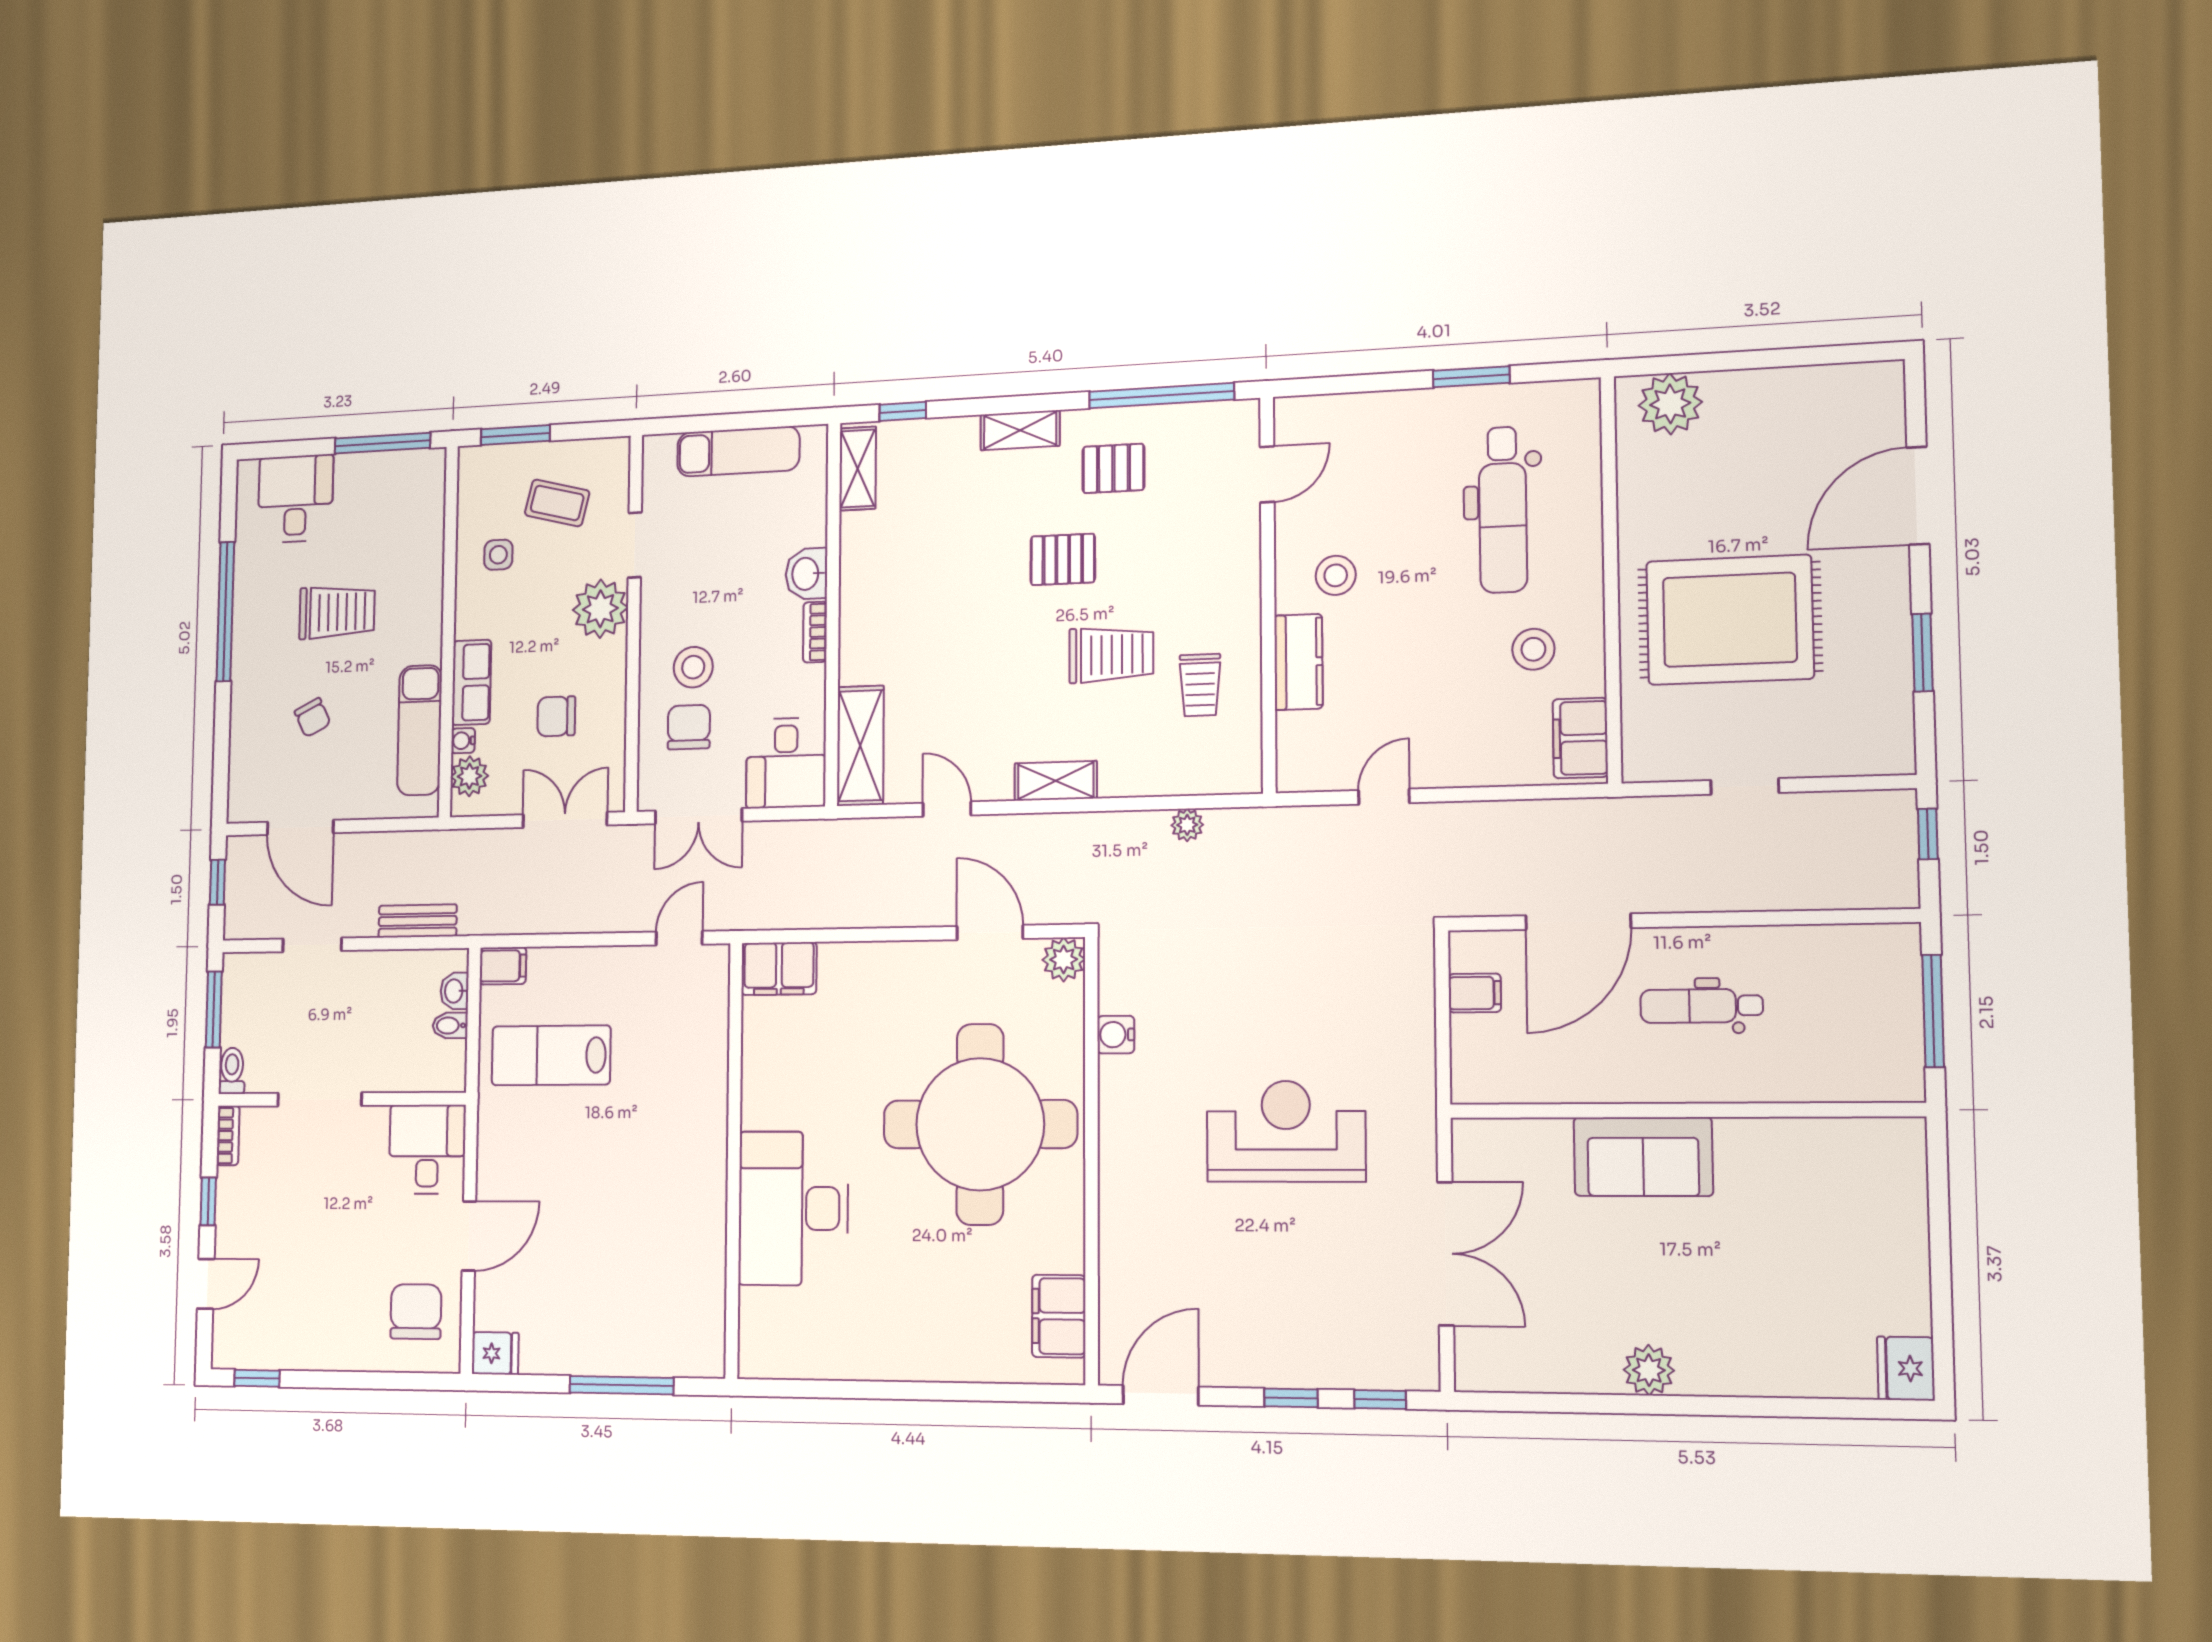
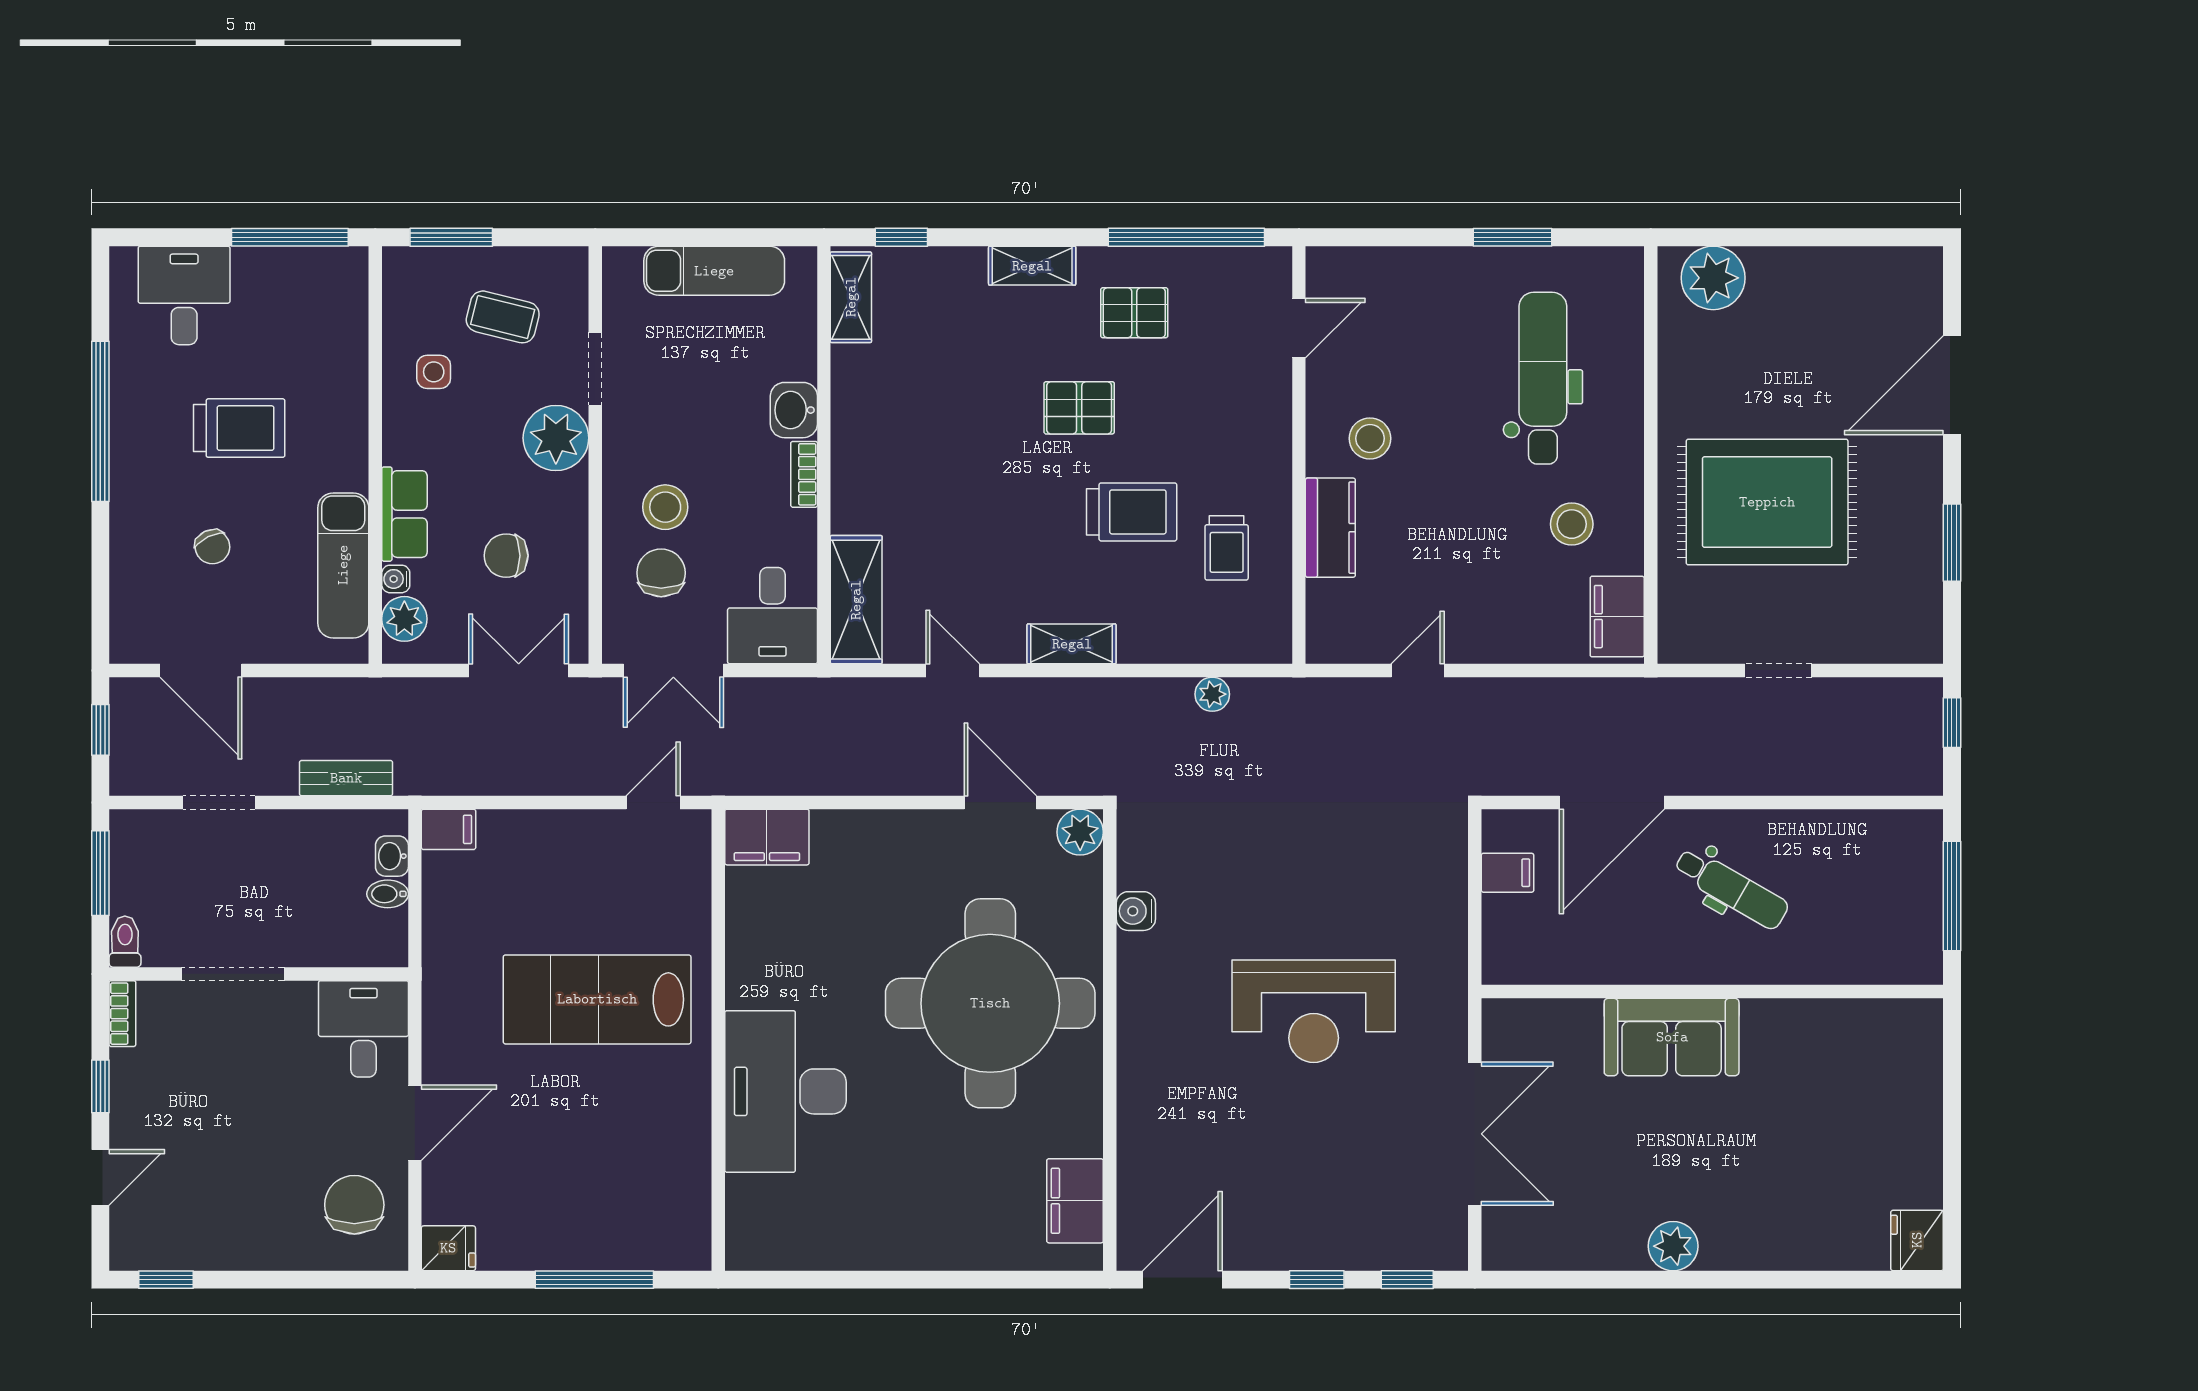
dental chair: (1503, 510) -> (1543, 378), turned 180
dental chair: (1701, 1006) -> (1731, 888), turned -150
lab bench: (551, 1055) -> (597, 999), moved, width x1.36, depth x1.39
reception desk: (1286, 1131) -> (1314, 1011), turned 180

